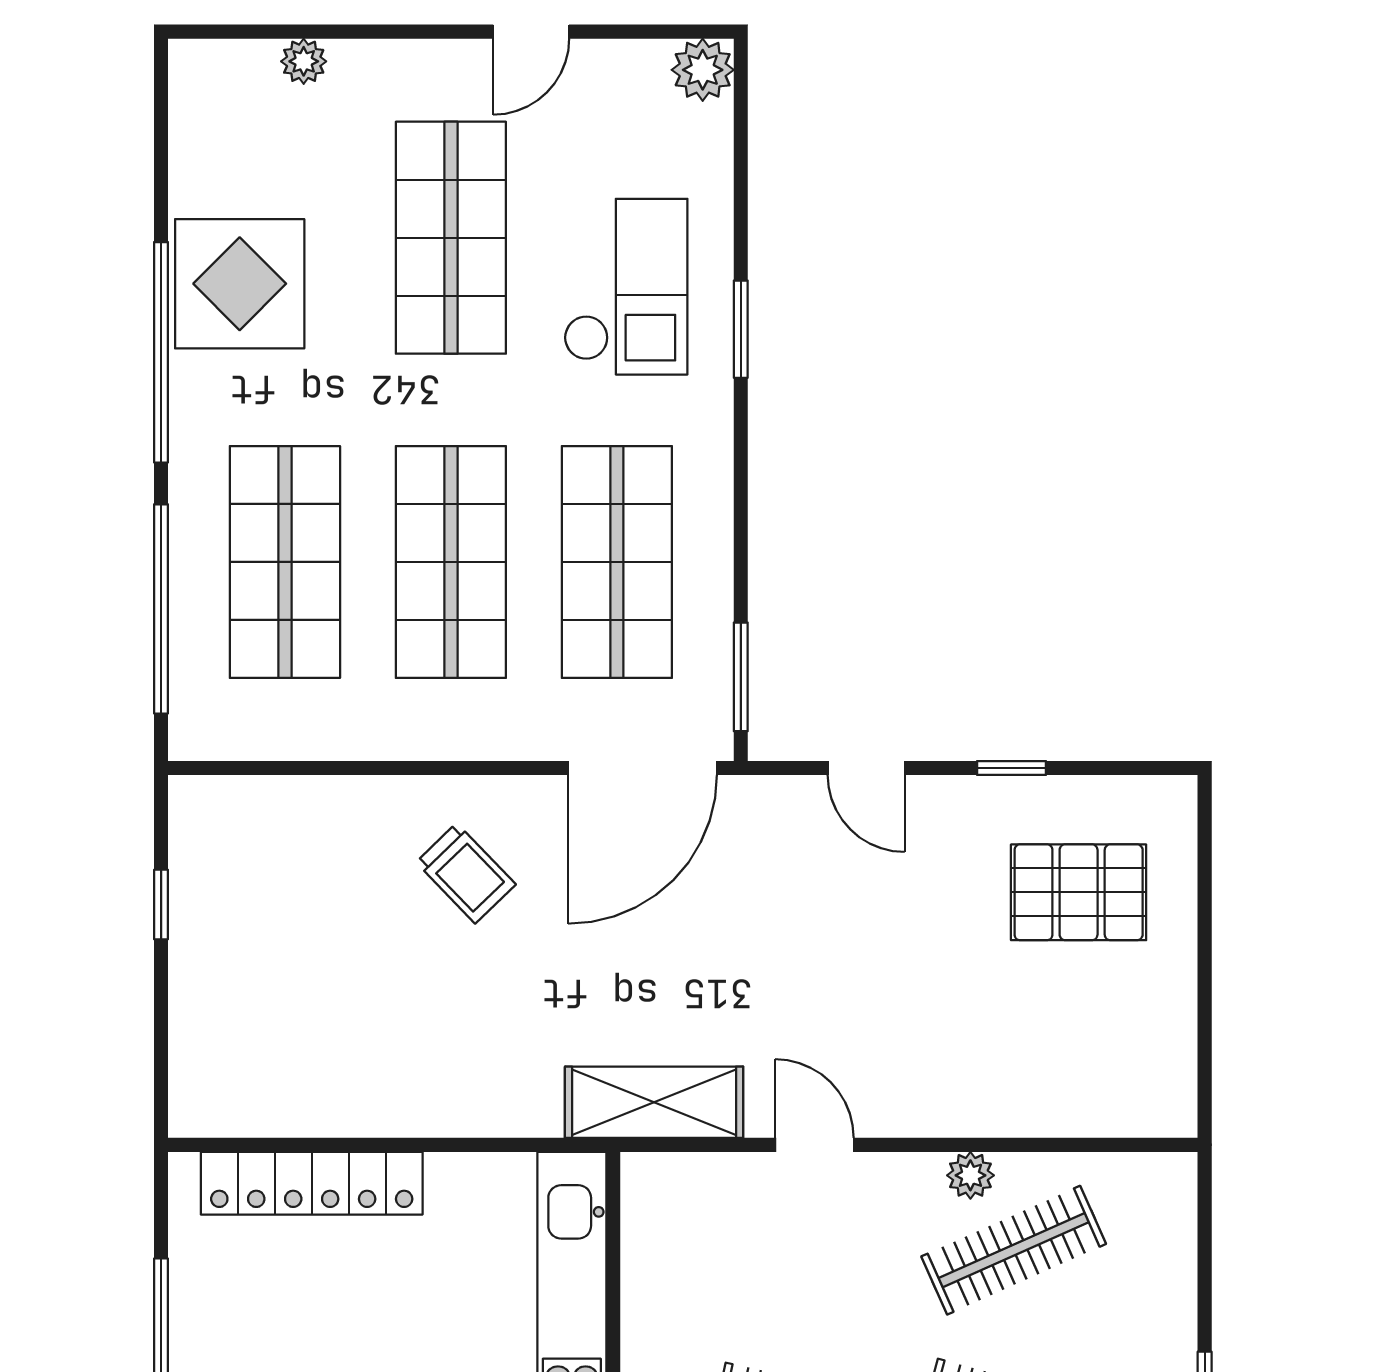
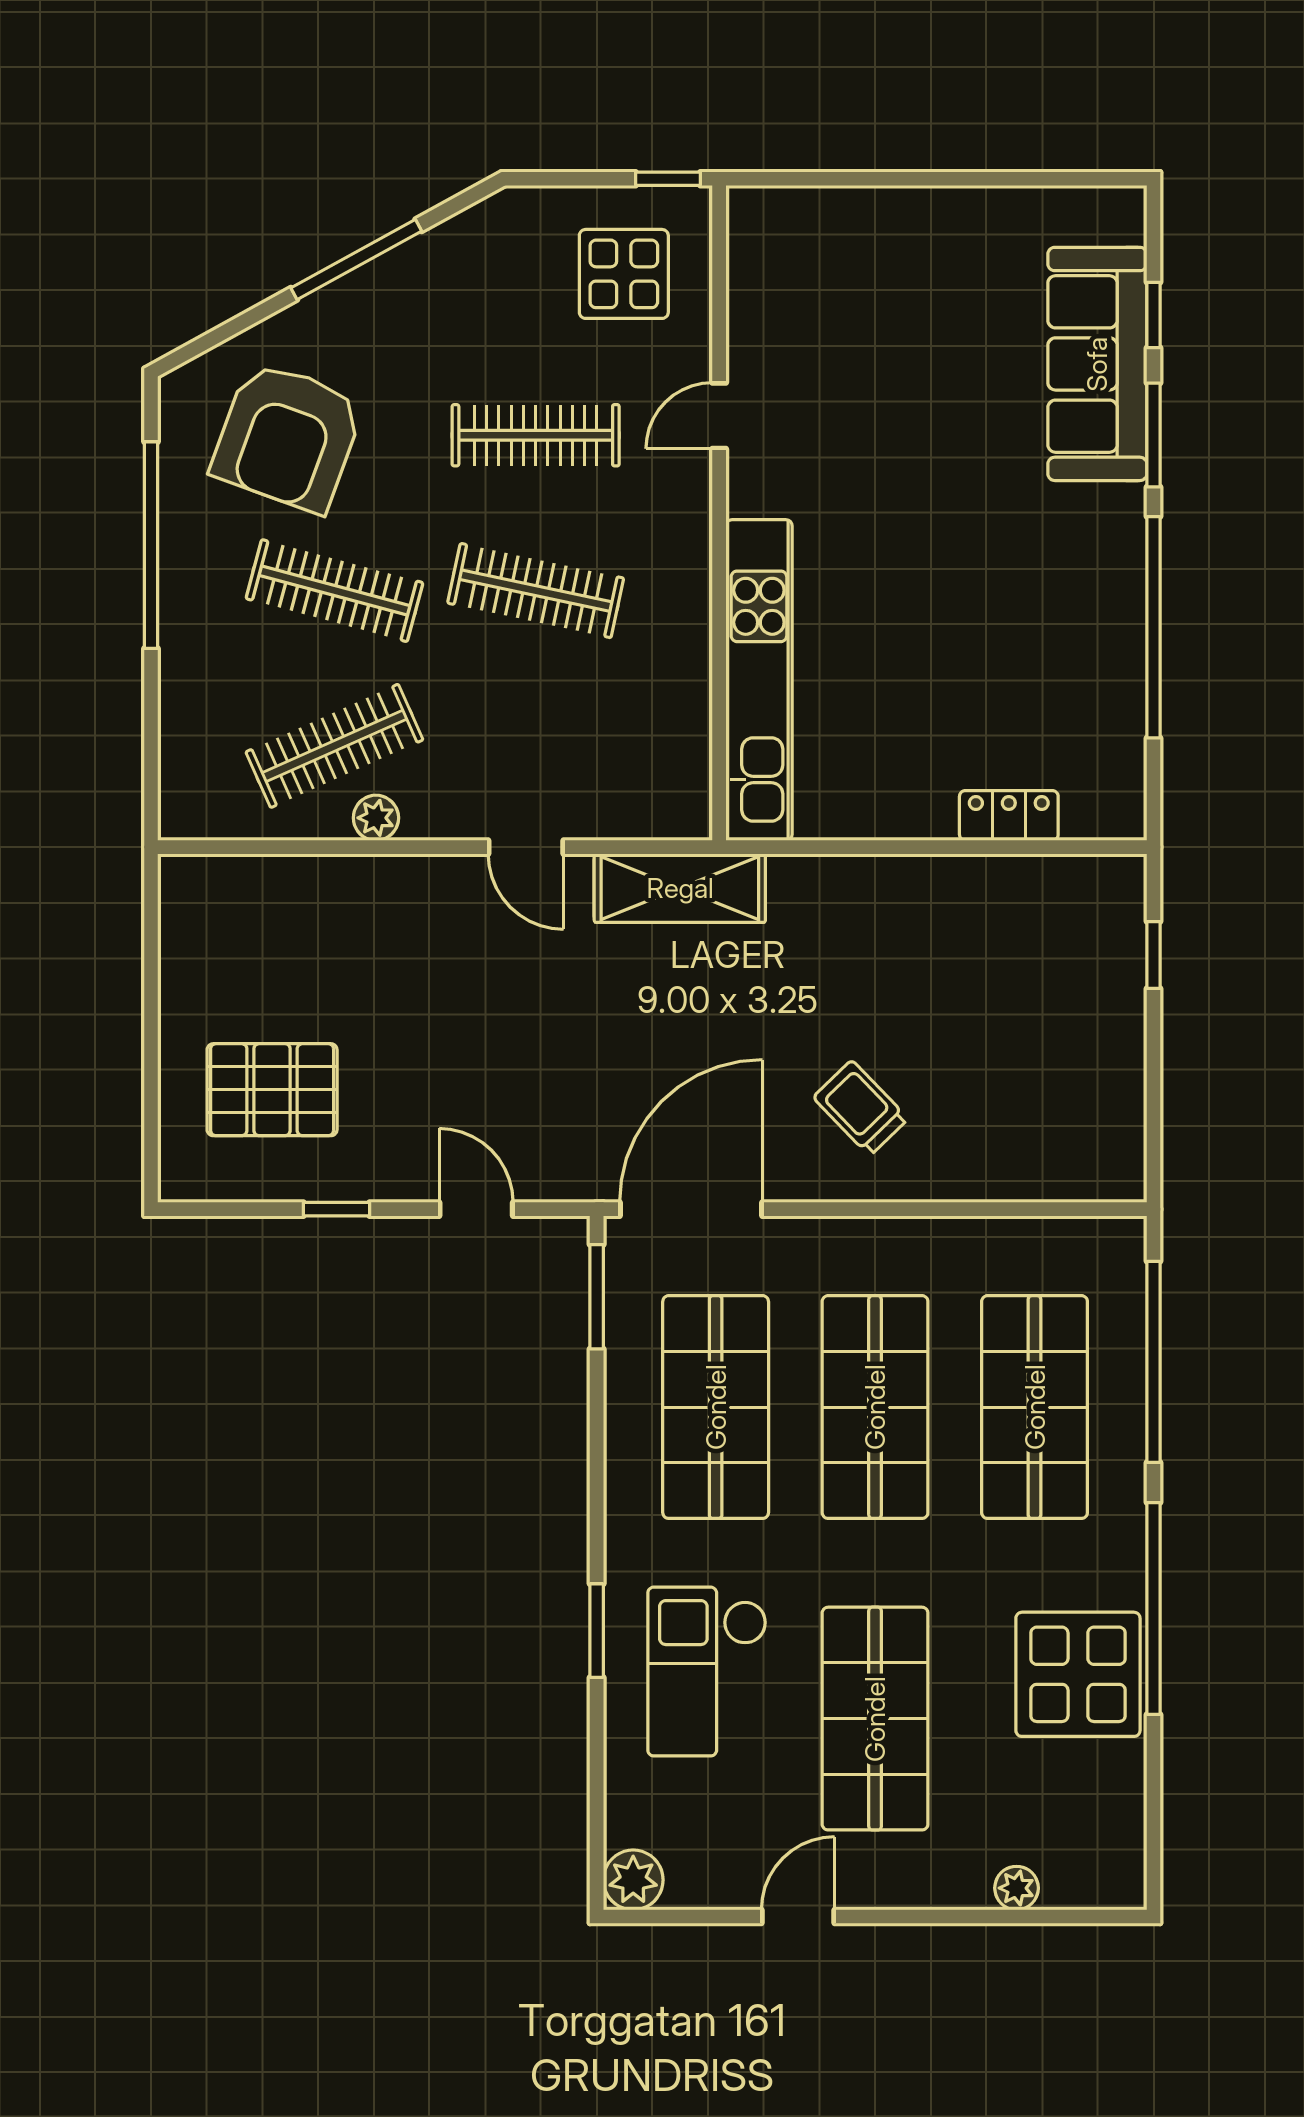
window: (161, 905) -> (1154, 955), moved
locker: (312, 1183) -> (1009, 815), width x0.46, depth x0.83

